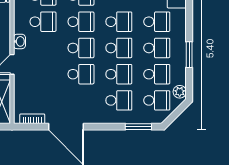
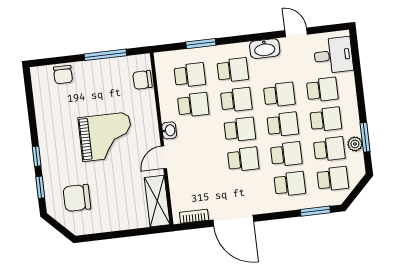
window: (189, 55) -> (365, 137), moved
plant: (180, 92) -> (355, 144), moved

